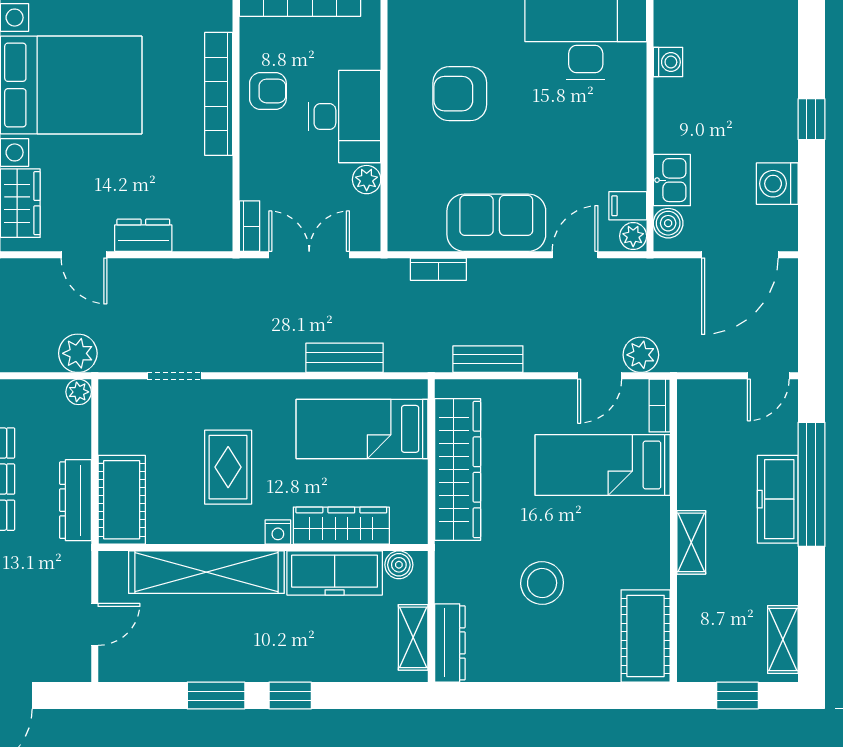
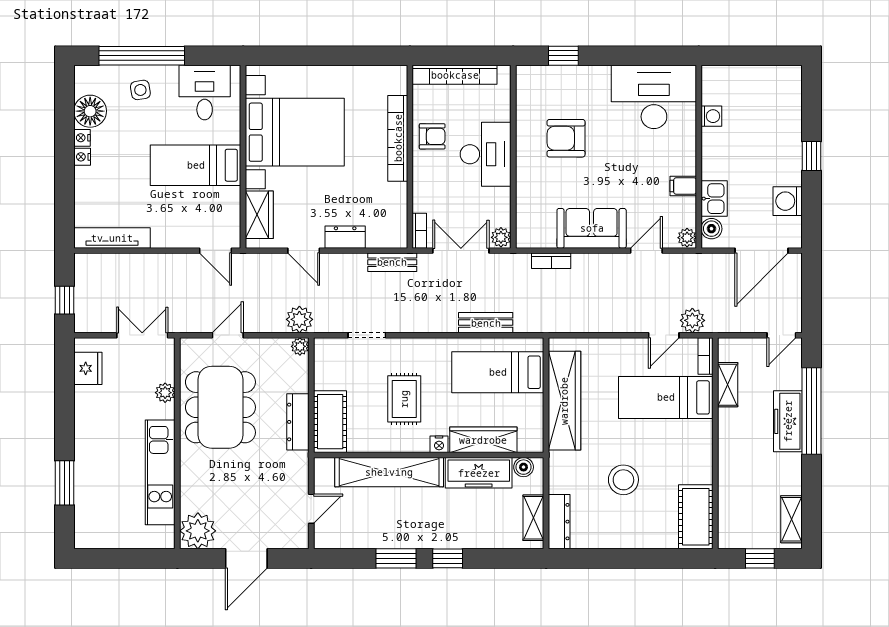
plant: (367, 180) -> (501, 237), moved
filing cabinet: (628, 206) -> (683, 186), moved
bench: (488, 359) -> (392, 262), moved
shelving: (691, 542) -> (728, 385), moved

